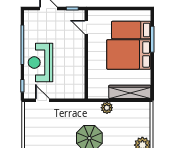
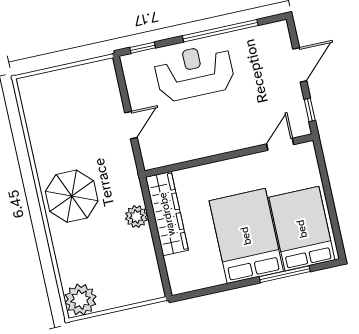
bed: (131, 30) -> (302, 229), width x1.50
wardrobe: (130, 92) -> (167, 214), moved
door: (42, 100) -> (131, 125), moved

